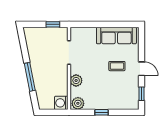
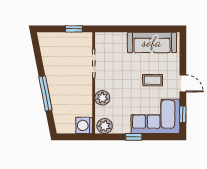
corner sofa: (119, 96) -> (155, 116), added

